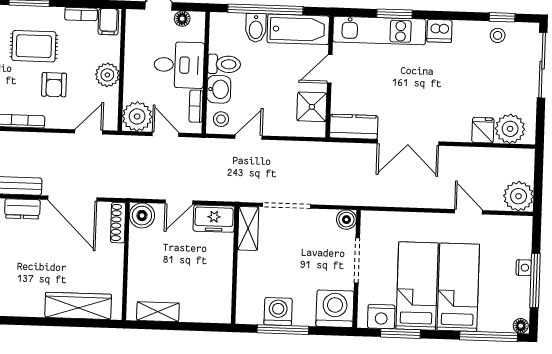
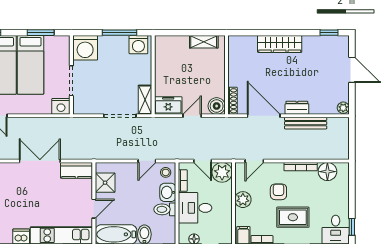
boiler: (346, 220) -> (79, 108), removed
wardrobe: (78, 306) -> (280, 44), moved
washing machine: (278, 311) -> (138, 45), moved
nightstand: (381, 317) -> (61, 106), moved, turned 180

